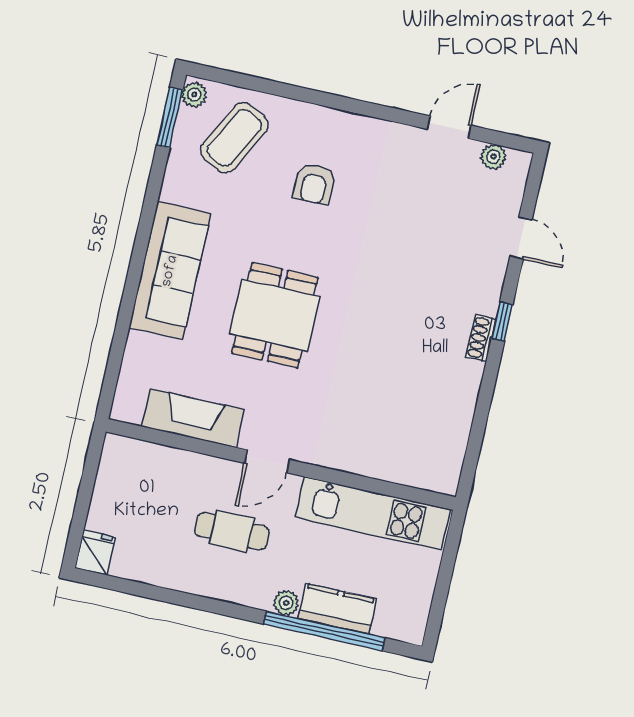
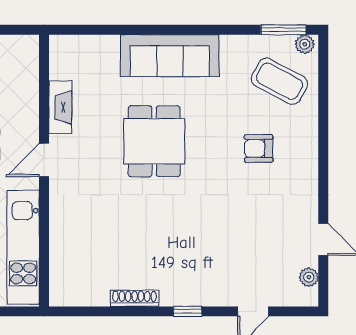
dining table: (275, 315) -> (154, 141), turned 90
shoe rack: (481, 338) -> (135, 298), moved, width x1.43
fireplace: (193, 418) -> (60, 107), width x0.73, depth x0.76
door: (267, 461) -> (44, 160), hinge flipped

